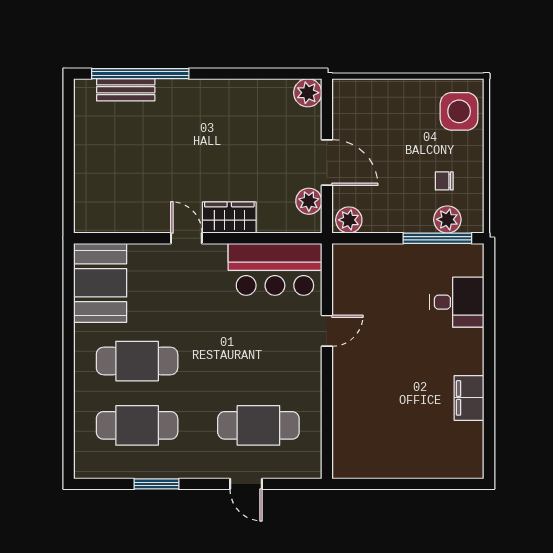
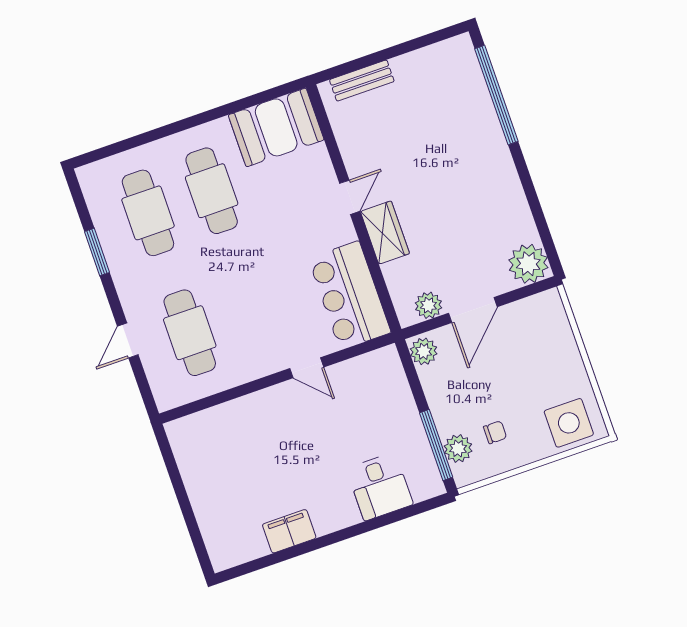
bench: (126, 90) -> (362, 81), moved, turned 90
plant: (308, 93) -> (528, 264), width x1.36, depth x1.36
chair: (444, 181) -> (495, 432), turned 90

